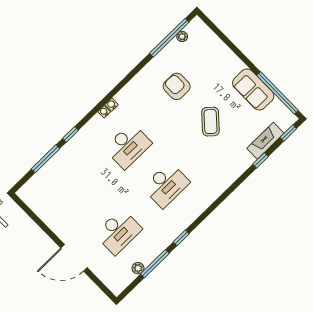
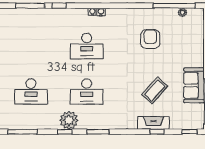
coffee table: (211, 122) -> (155, 90), moved
fireplace: (265, 141) -> (153, 123), moved
window: (210, 210) -> (98, 132), added
window: (155, 264) -> (23, 132), moved
plant: (138, 268) -> (69, 120), moved, width x1.87, depth x1.87

